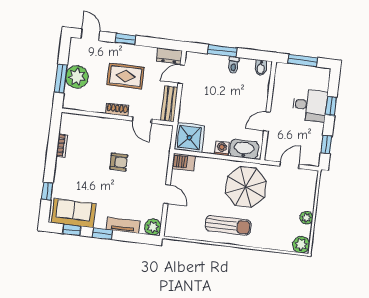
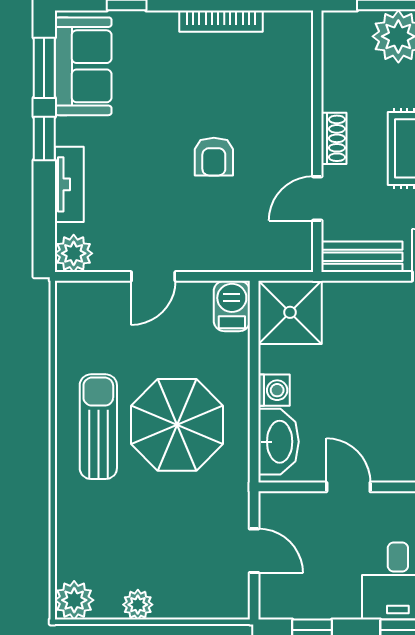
bookcase: (62, 146) -> (221, 21), width x1.56
parasol: (246, 187) -> (177, 425), moved
sun lounger: (228, 225) -> (98, 427), turned 180
window: (72, 230) -> (44, 68), width x1.50

